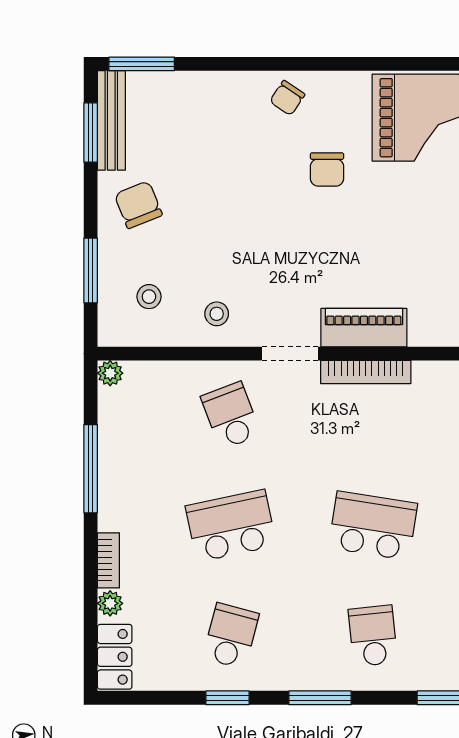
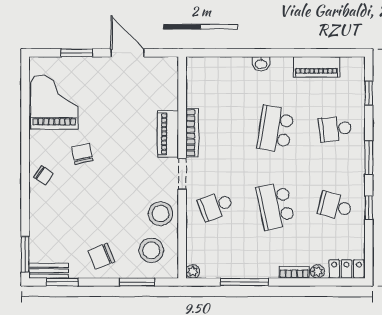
bench: (111, 120) -> (49, 271), width x0.73
chair: (327, 169) -> (82, 154), turned -102
stool: (149, 297) -> (151, 250), width x1.89, depth x1.89
stool: (217, 314) -> (161, 214), width x1.89, depth x1.89

